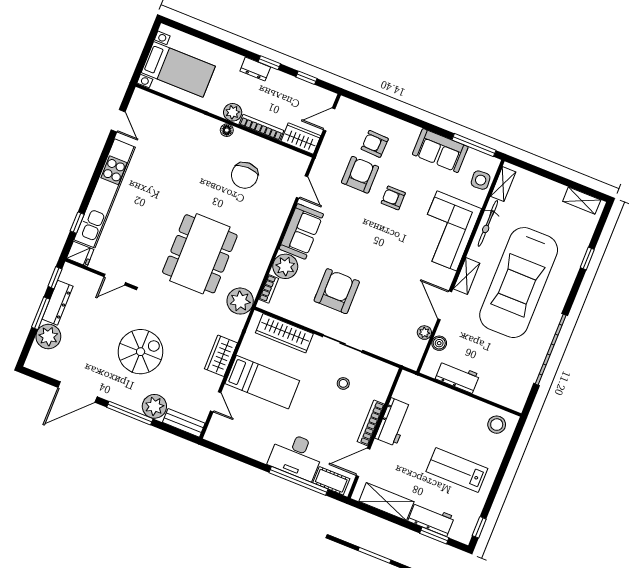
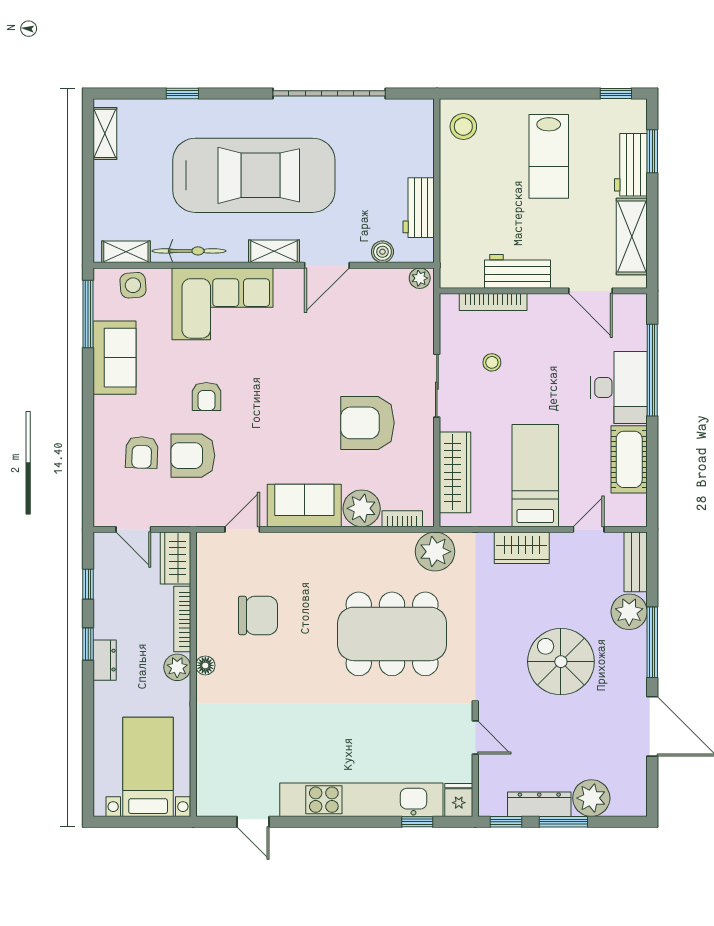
door: (118, 121) -> (253, 822), swing flipped
plant: (424, 333) -> (420, 278), moved
bookcase: (371, 423) -> (493, 302), moved
cot: (331, 481) -> (629, 459), moved, width x1.37, depth x1.34

